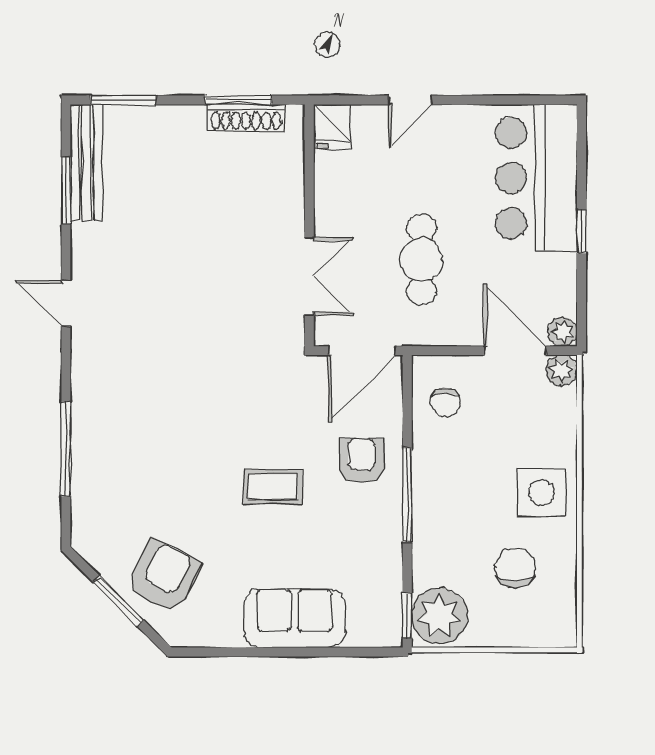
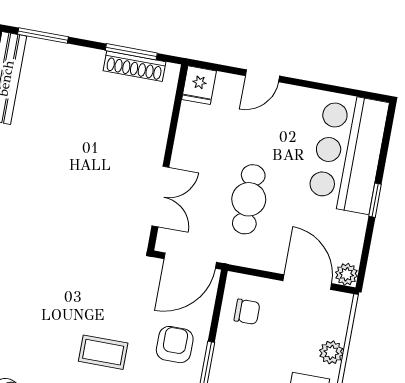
plant: (562, 371) -> (331, 352), moved
chair: (445, 402) -> (247, 312), turned -90

